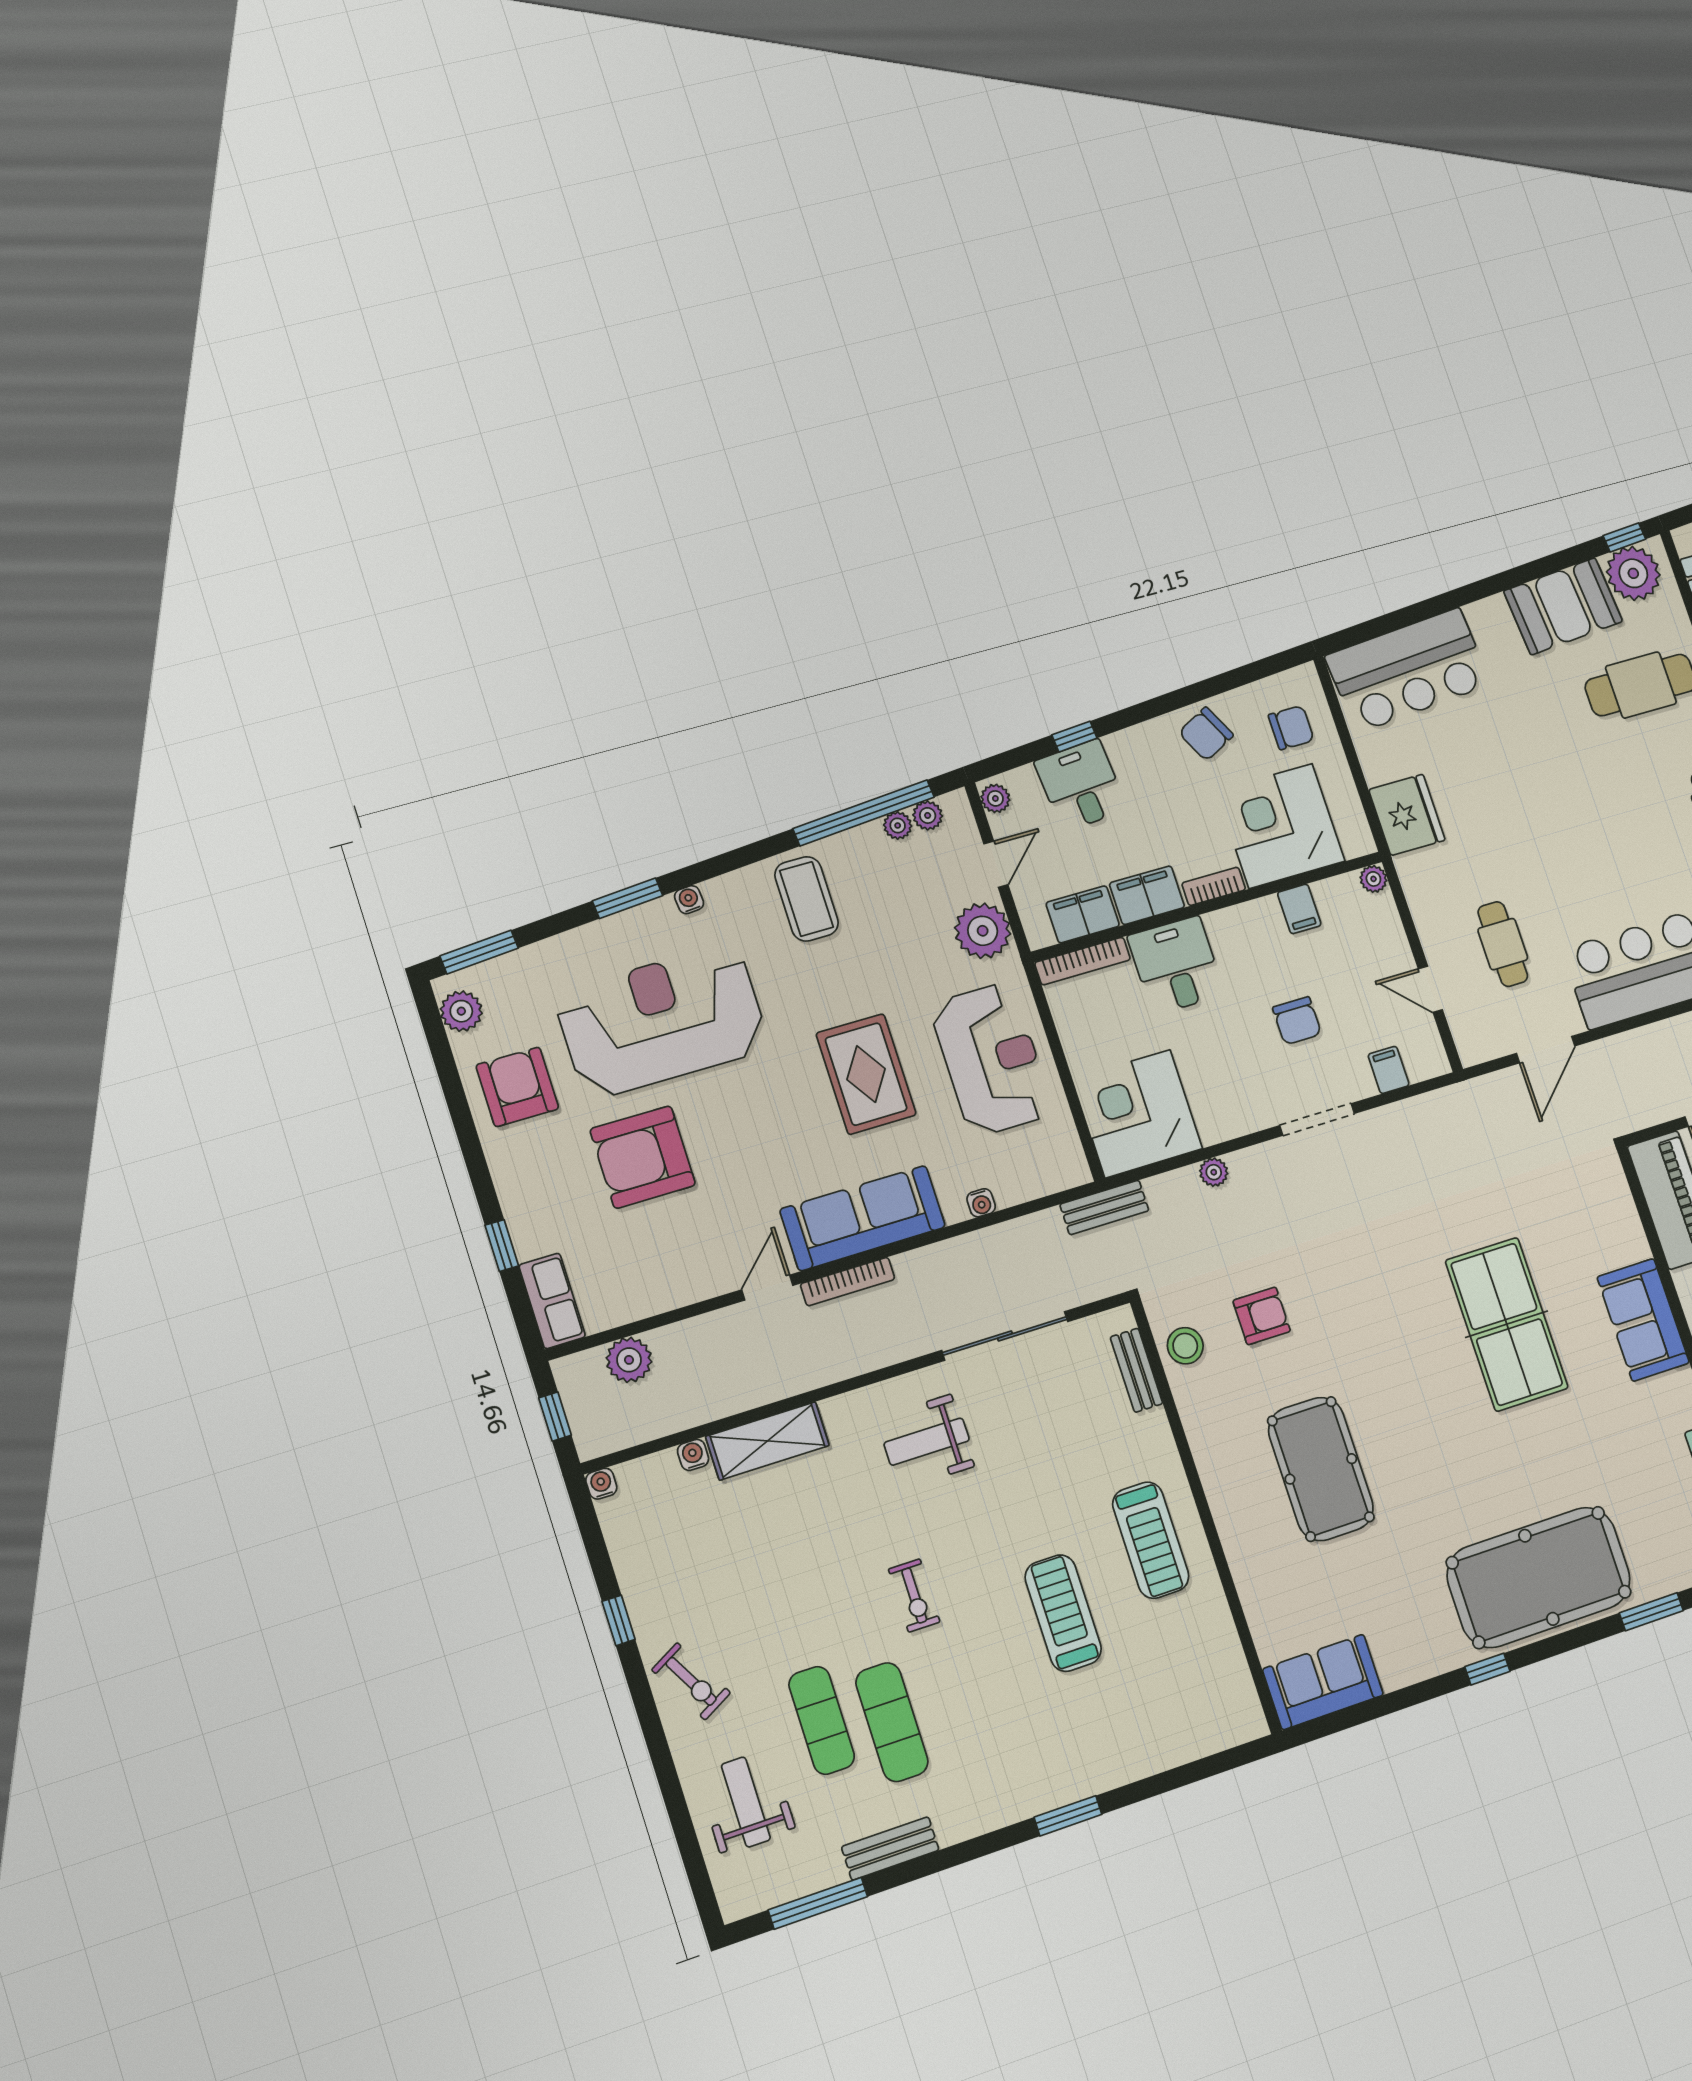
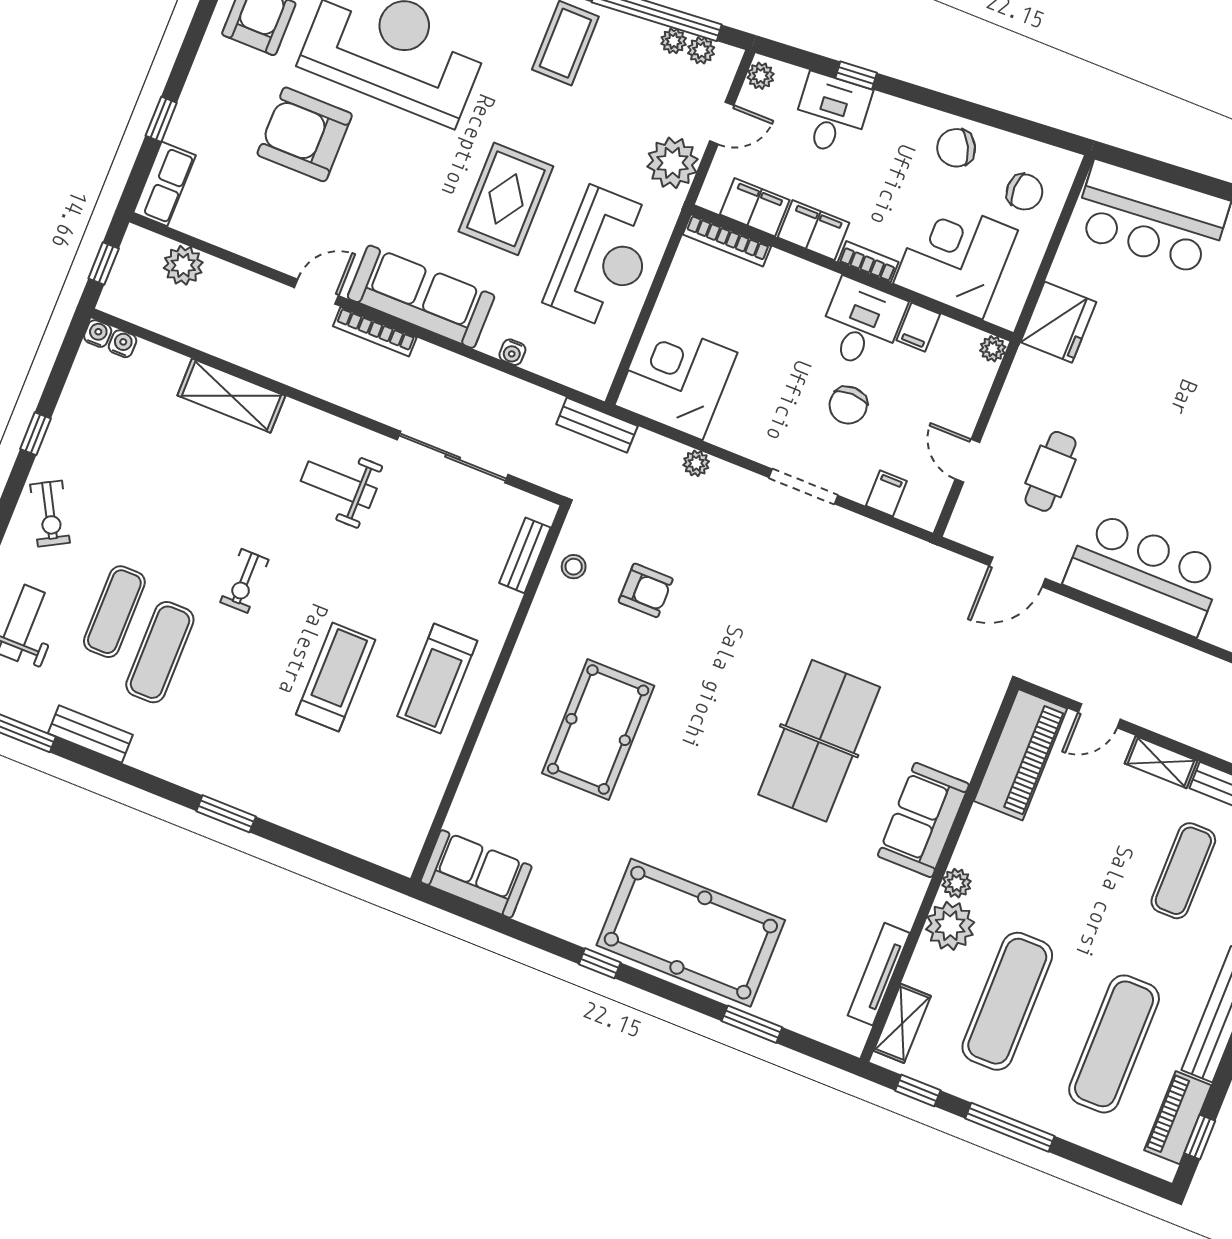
desk: (1176, 965) -> (861, 324), moved
stool: (1185, 1346) -> (574, 567), width x0.73, depth x0.73
water cooler: (693, 1455) -> (123, 344), moved

